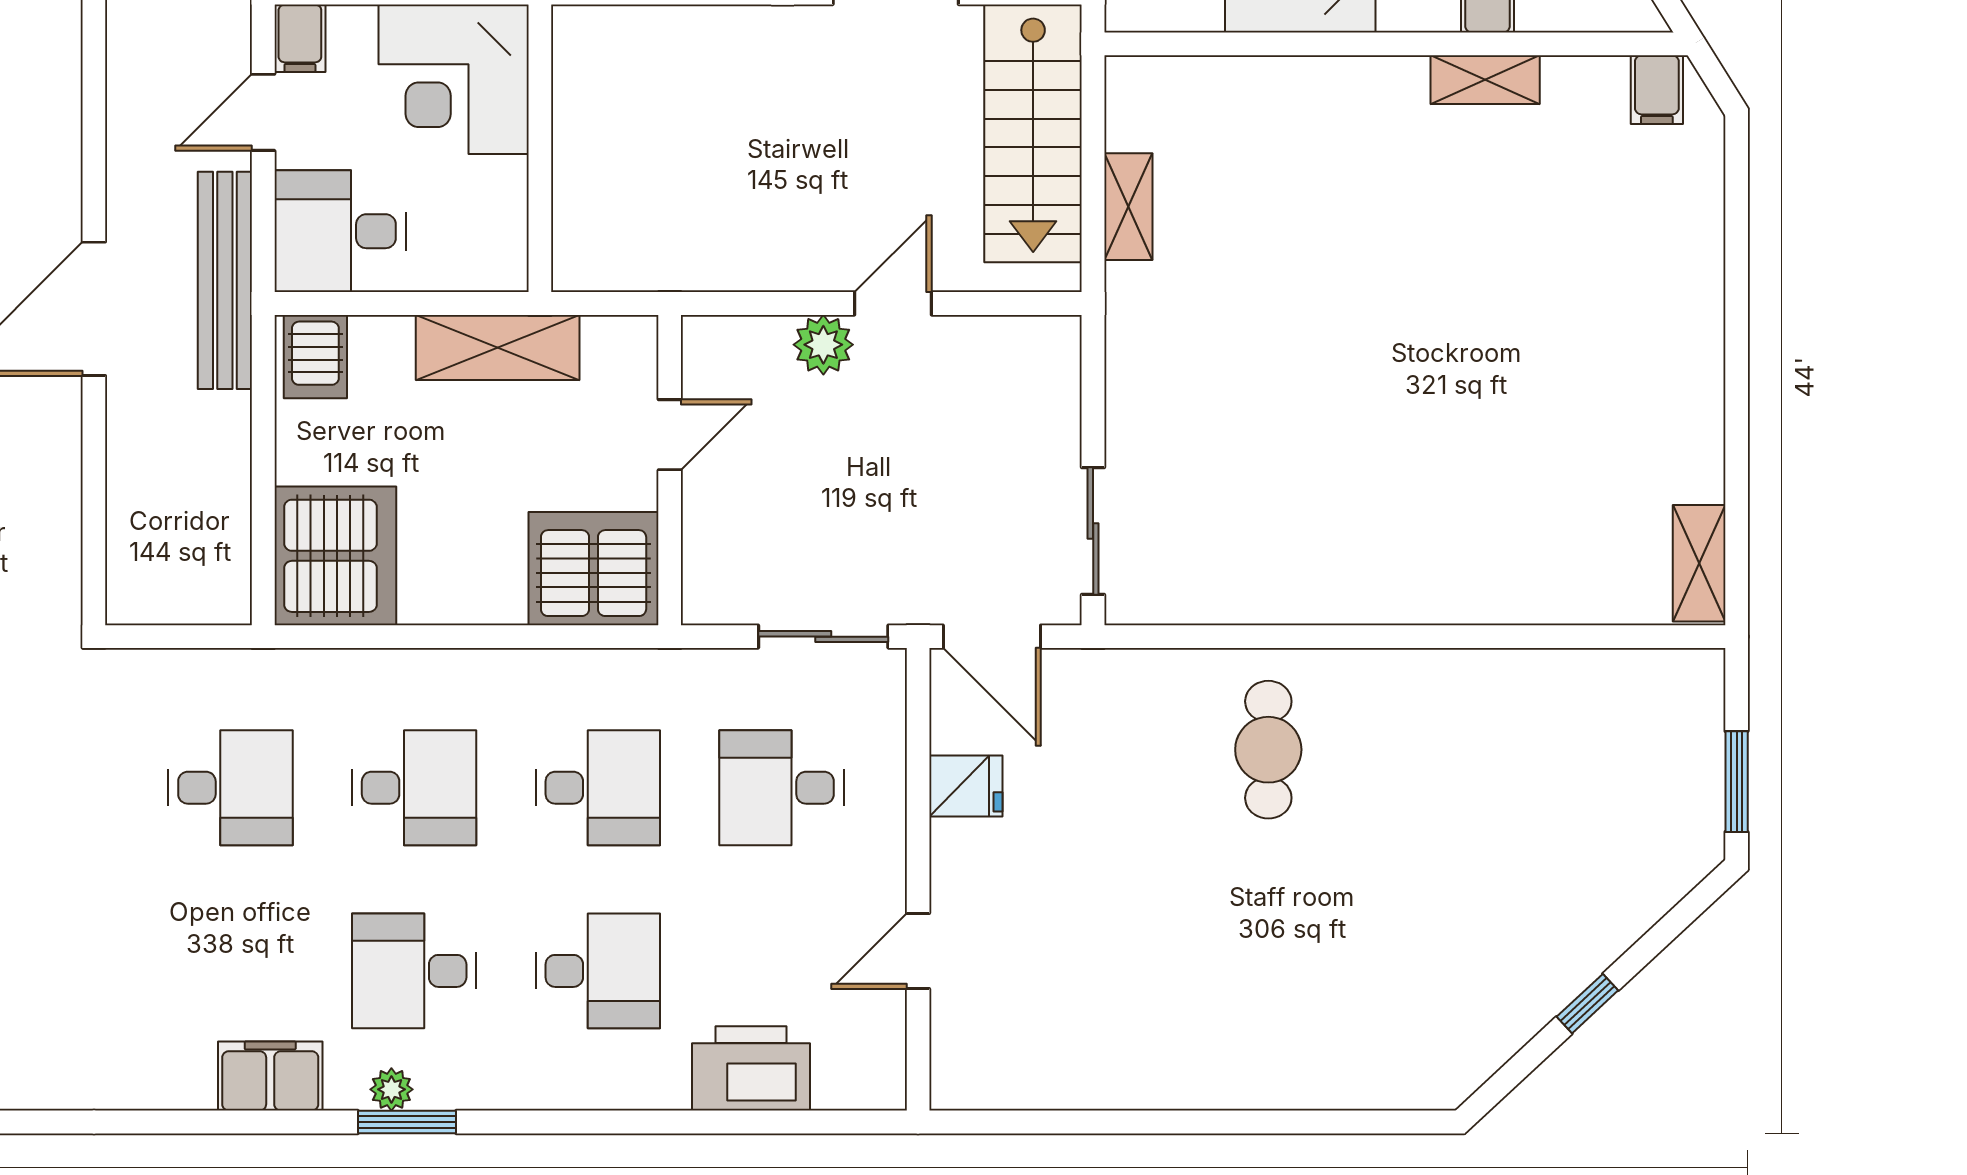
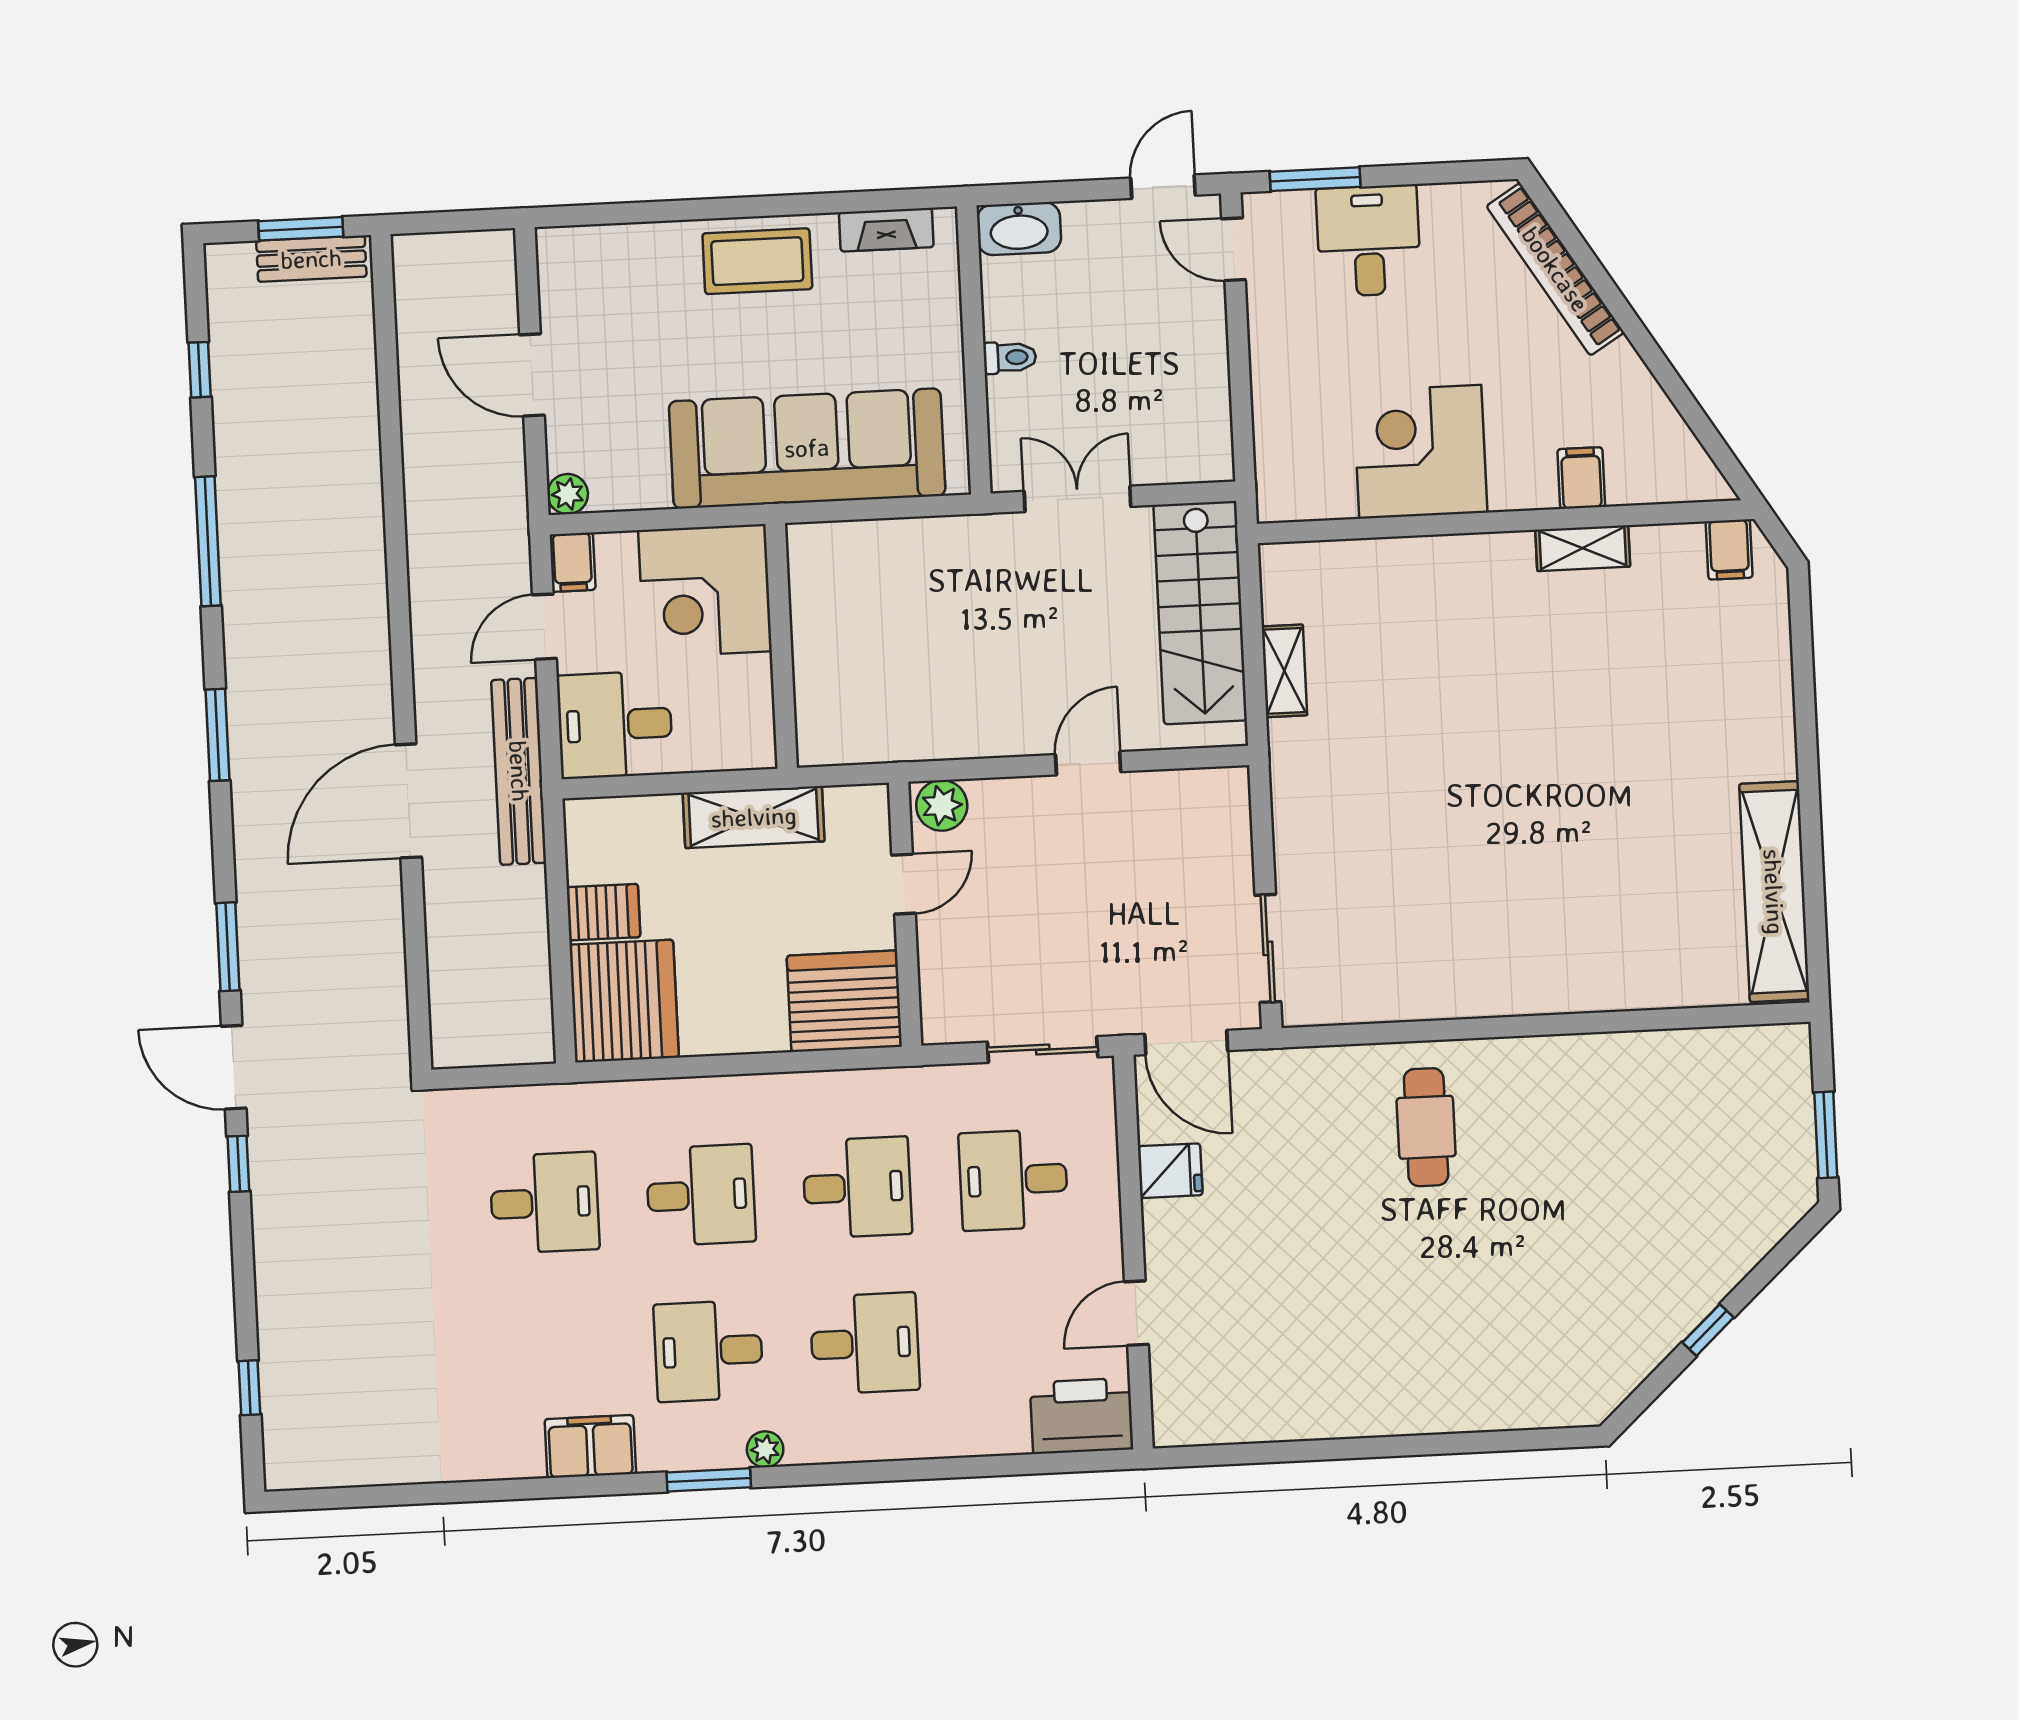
plant: (823, 345) -> (942, 805), moved
server rack: (315, 357) -> (604, 912), moved, turned -90
shelving: (1699, 563) -> (1774, 892), width x2.20, depth x1.33
printer: (751, 1068) -> (1082, 1416), moved
plant: (391, 1089) -> (765, 1449), moved

